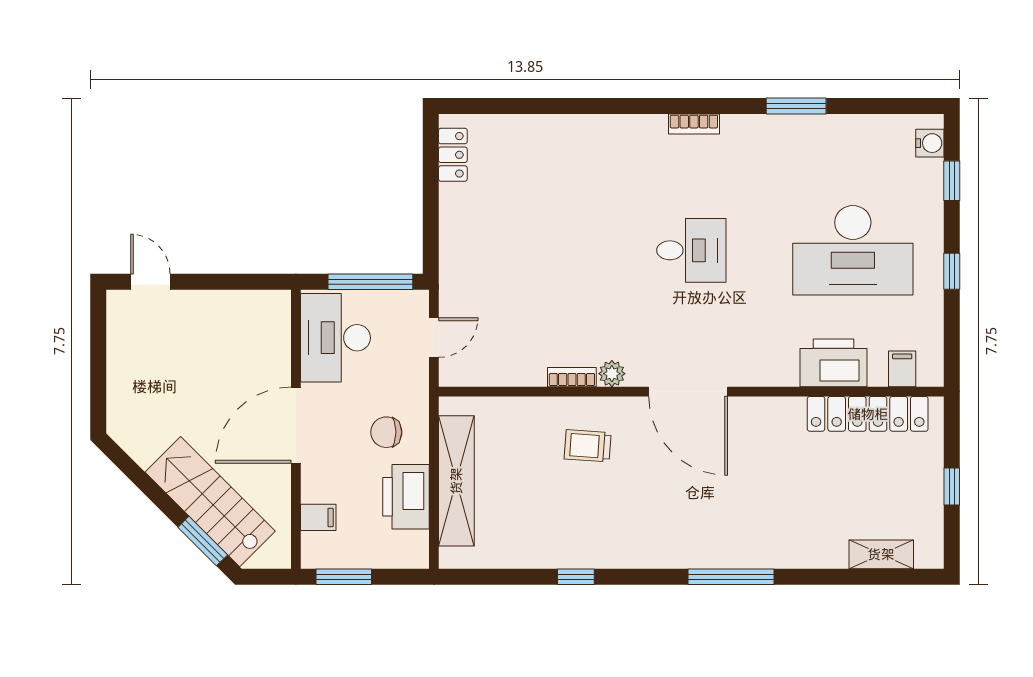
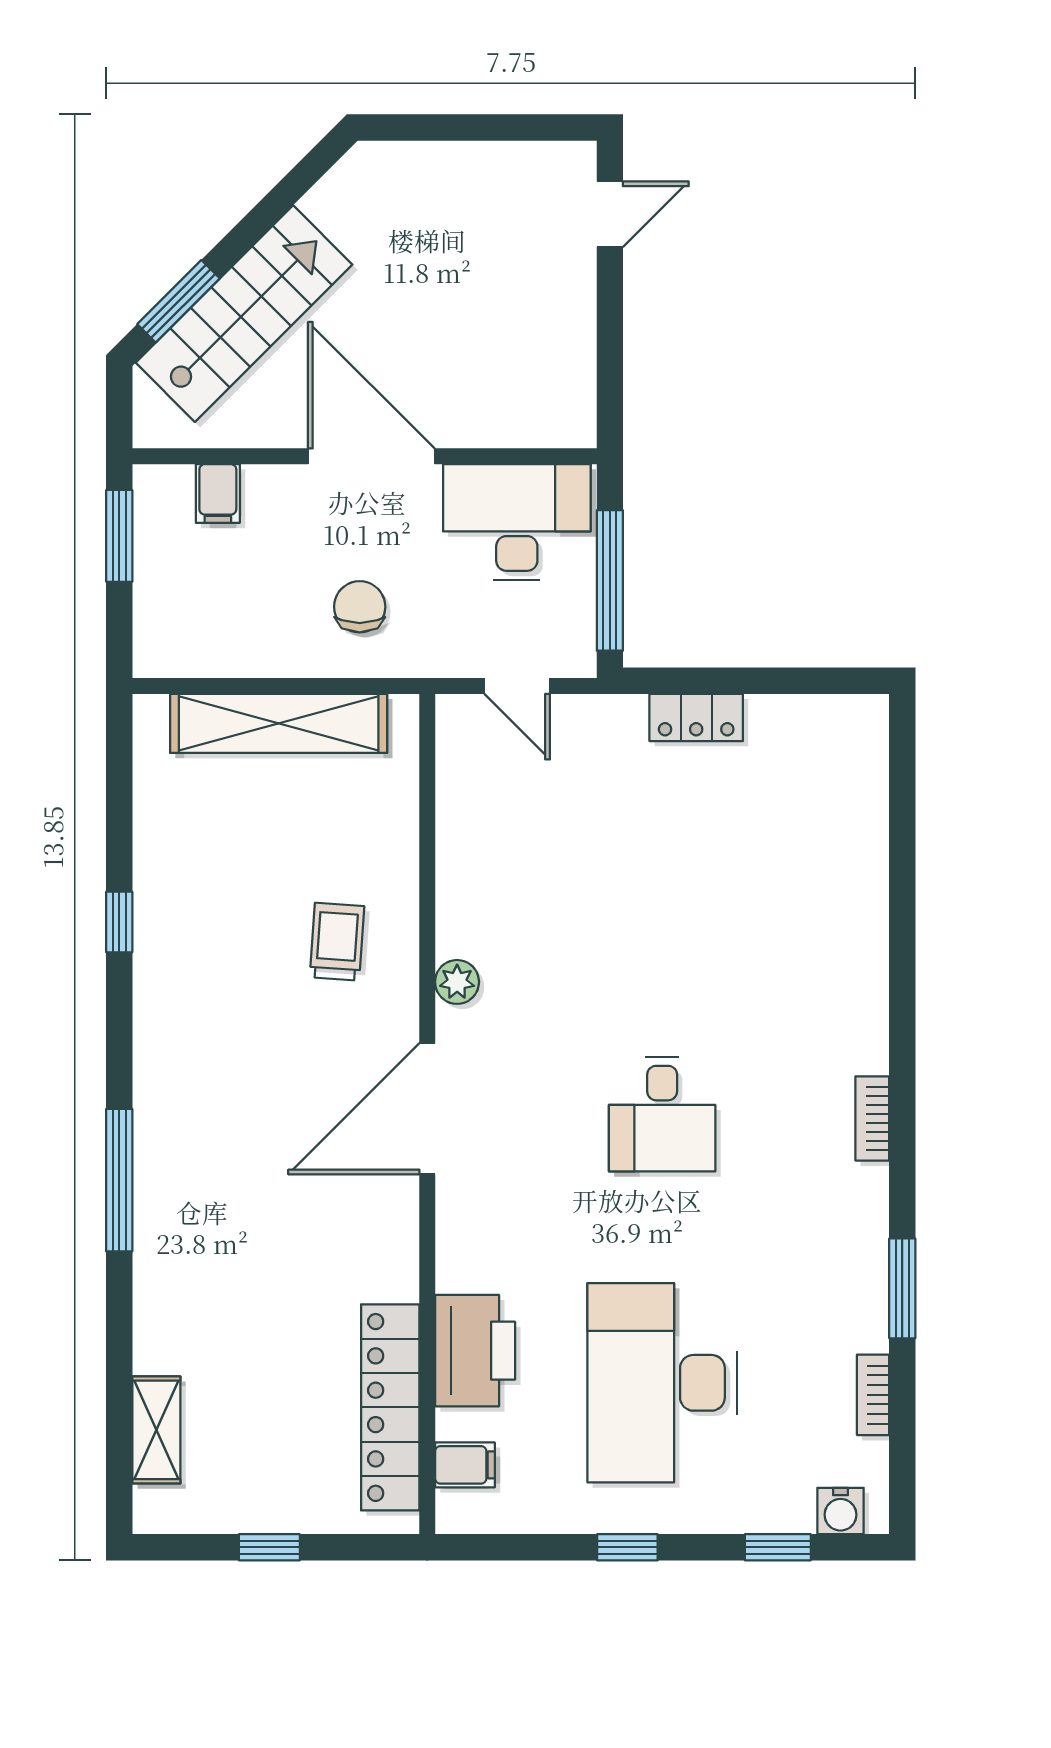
locker: (453, 155) -> (696, 717), moved
bookcase: (572, 377) -> (873, 1395), moved, turned 180
printer: (406, 497) -> (252, 640), removed

